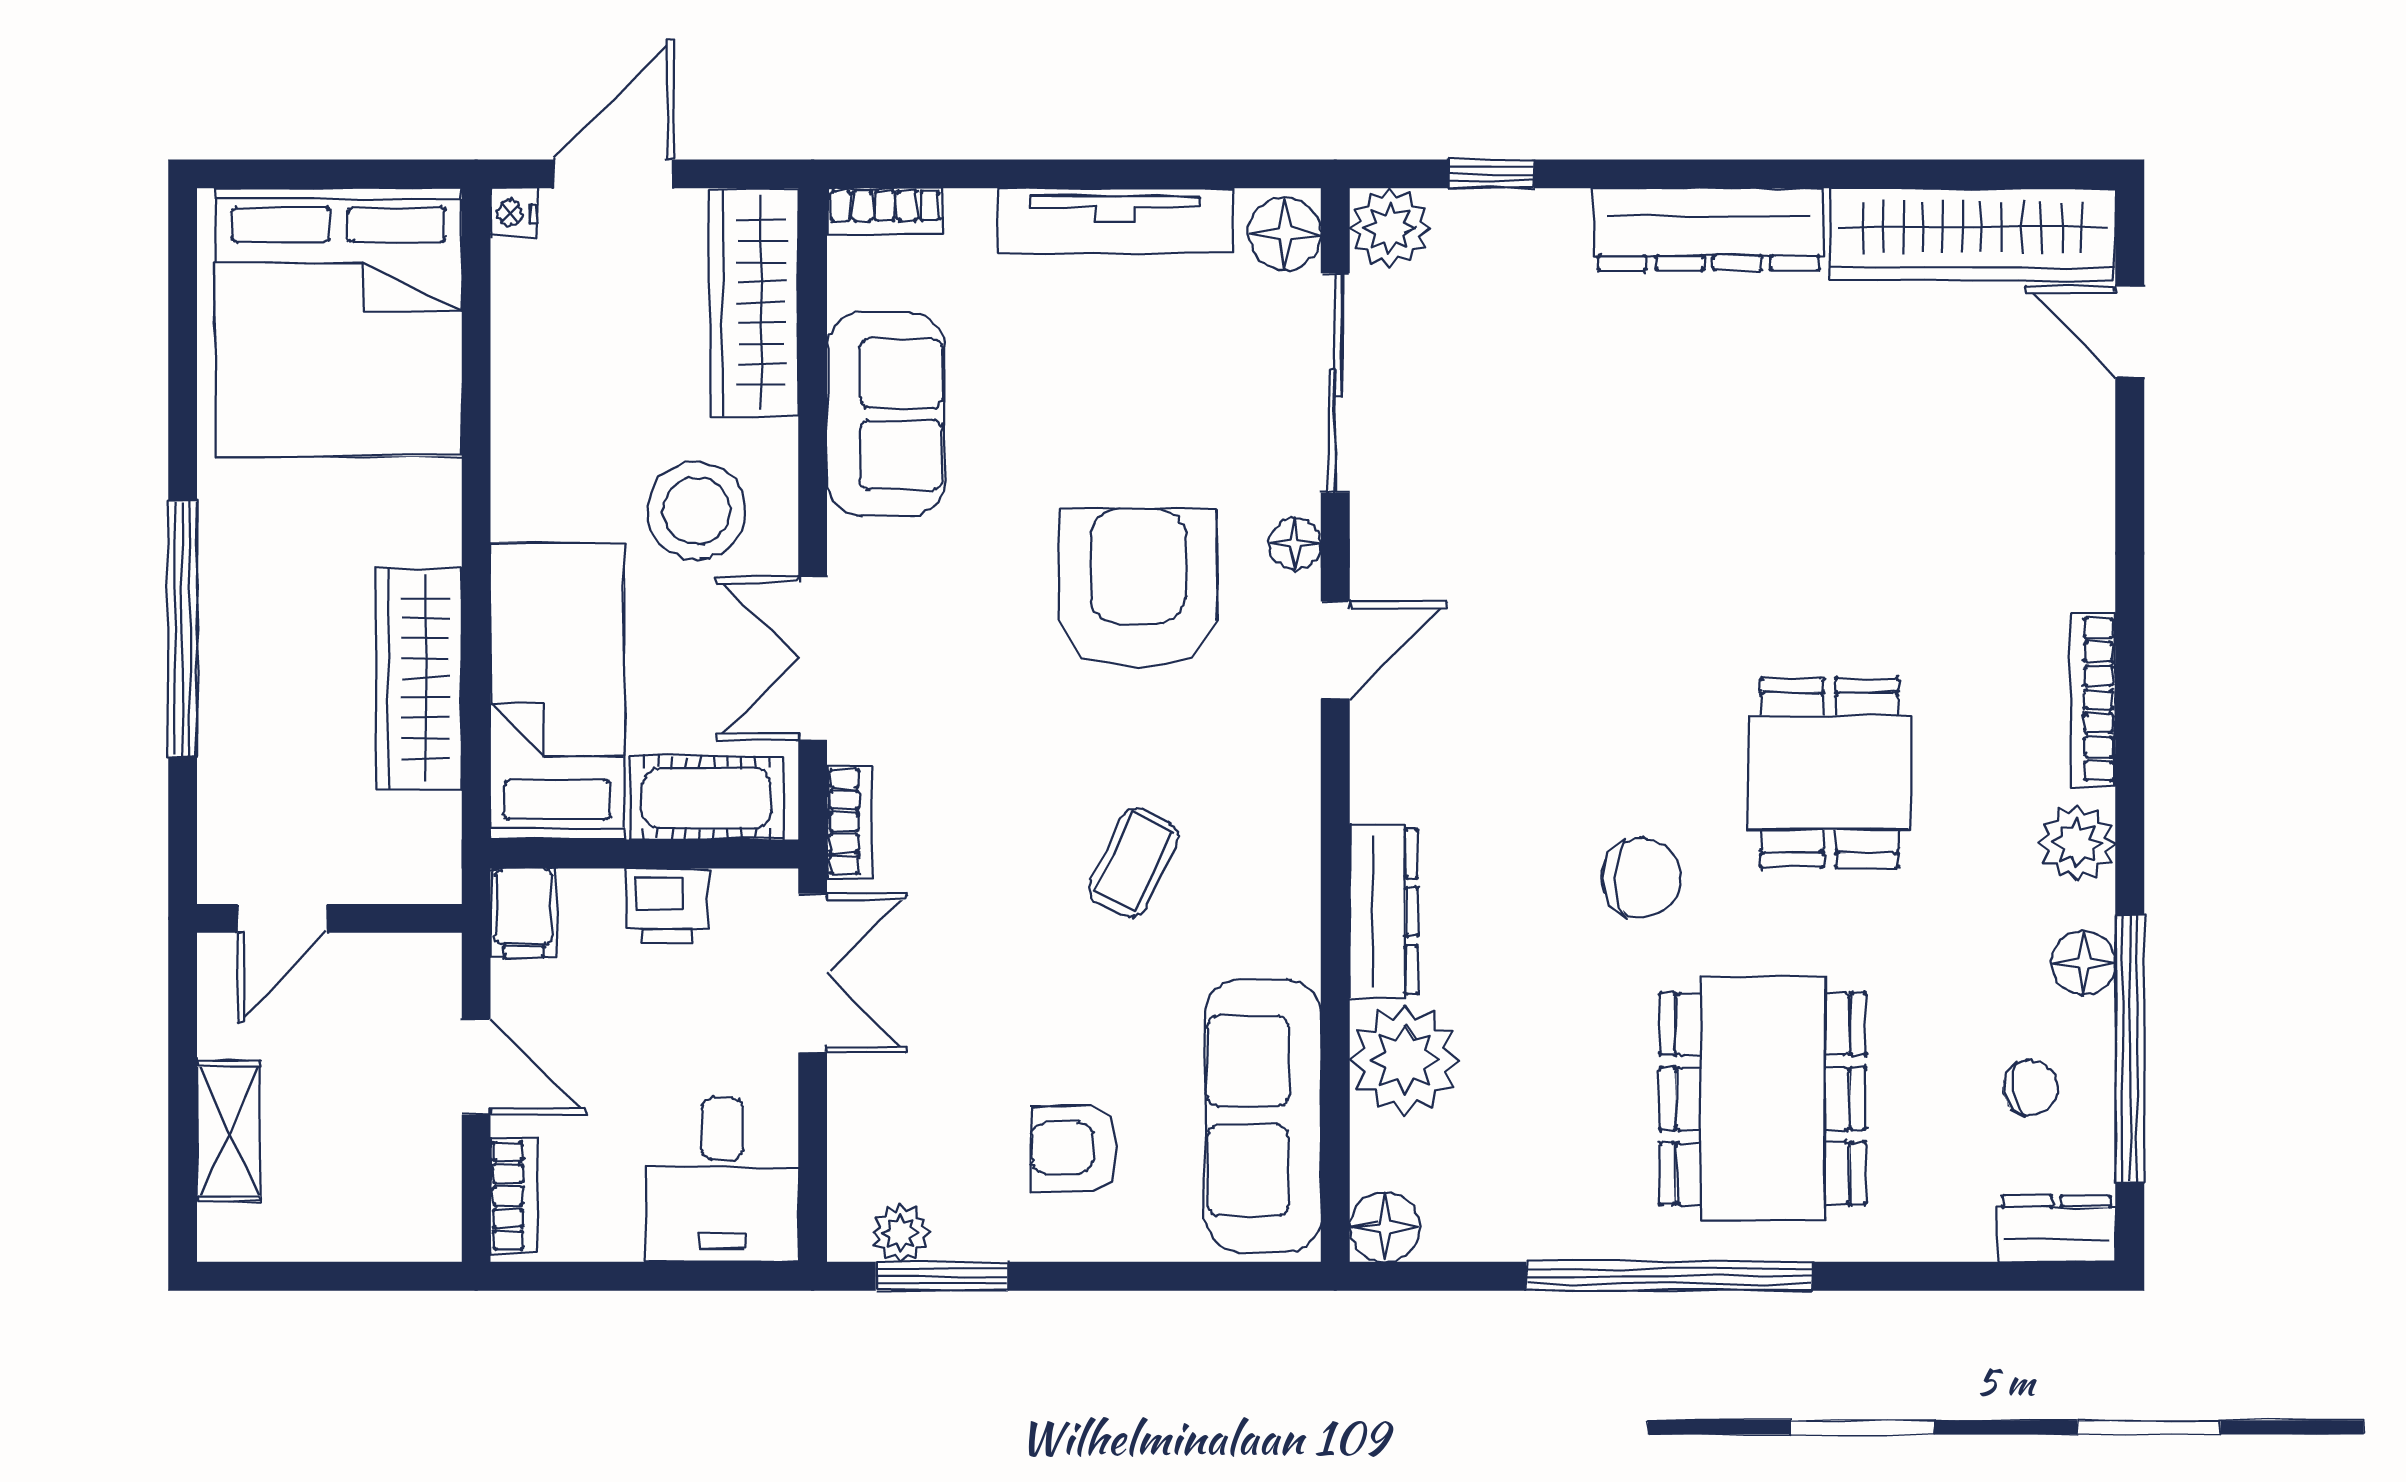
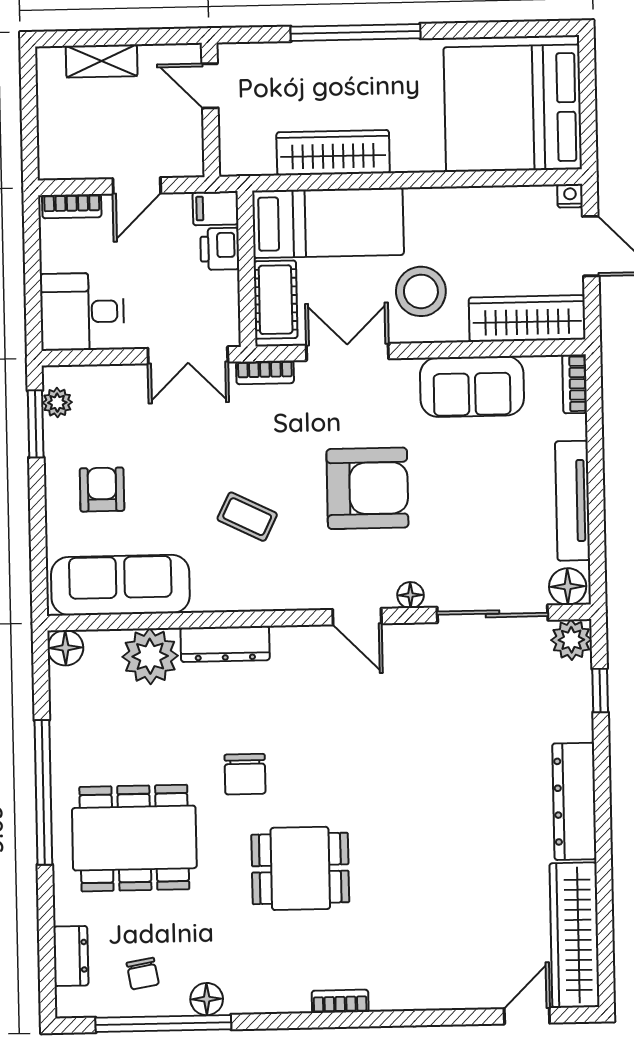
armchair: (1138, 589) -> (367, 488), moved
bookcase: (2093, 700) -> (340, 1001), width x0.64
plant: (2077, 843) -> (267, 995), removed
printer: (667, 906) -> (220, 249), moved
dresser: (2056, 1229) -> (71, 956), moved

